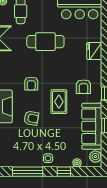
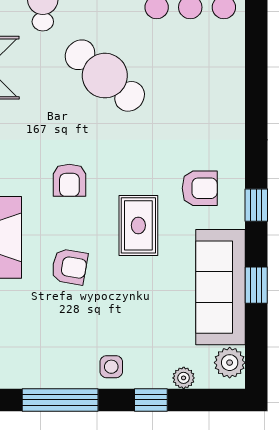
cafe table: (45, 42) -> (105, 76), turned 40
fridge: (94, 51) -> (227, 99), removed
armchair: (83, 87) -> (200, 188), turned -90

